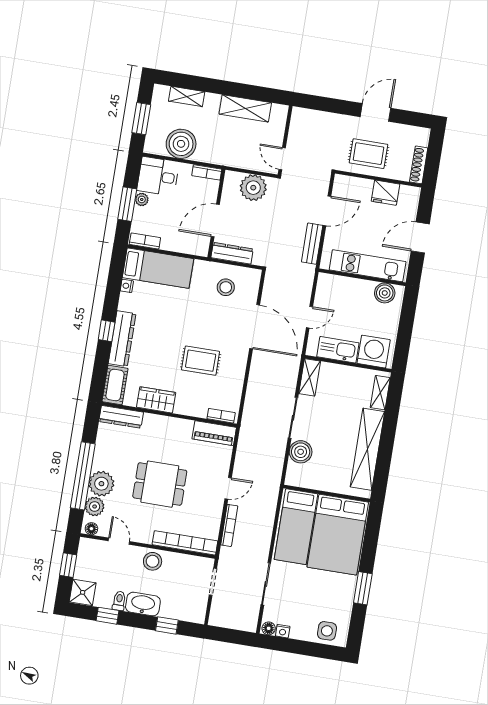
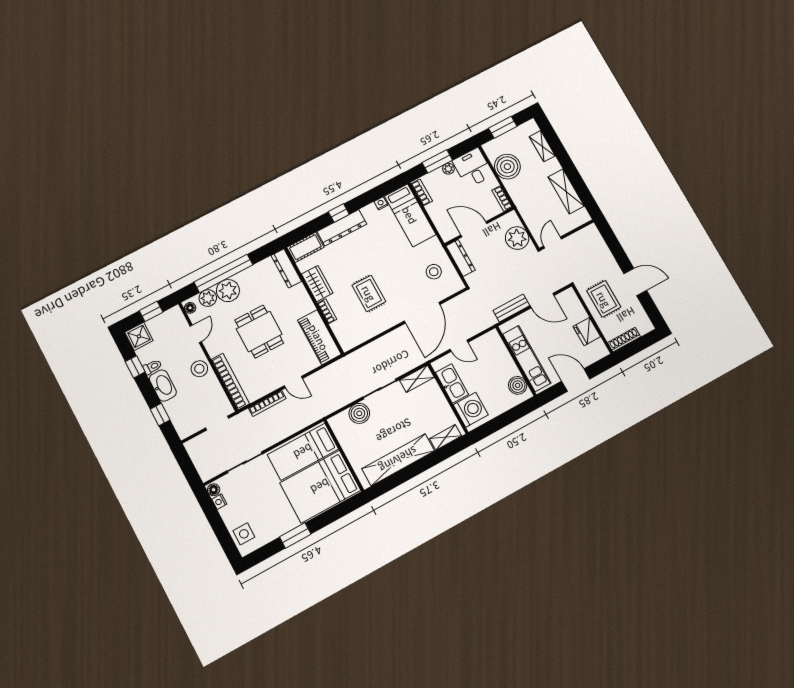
bookcase: (221, 416) -> (327, 311), moved
piano: (214, 433) -> (319, 337), width x1.37, depth x1.33

